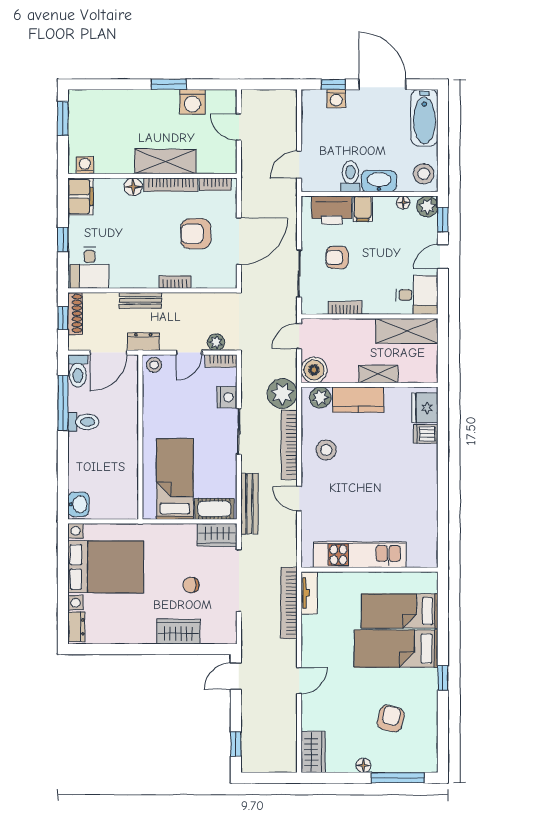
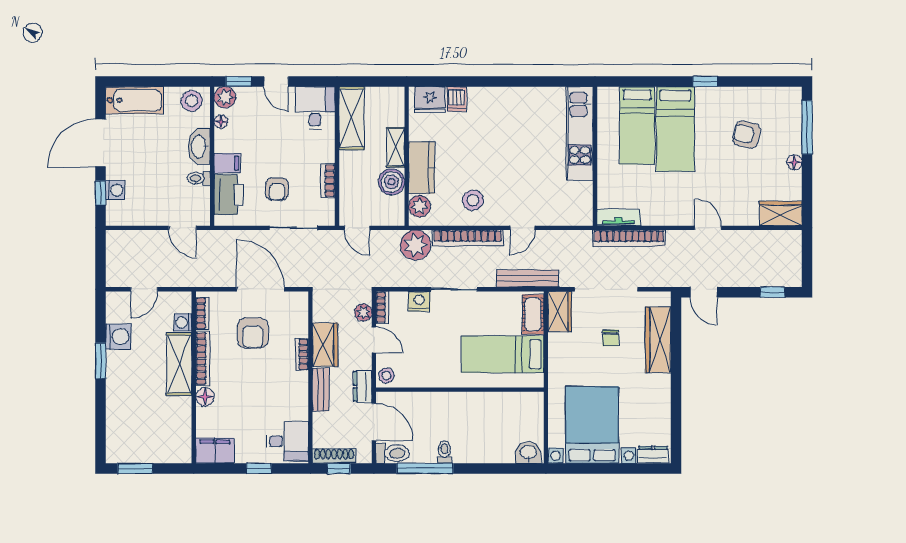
washing machine: (85, 165) -> (183, 322), moved
toilet: (350, 176) -> (199, 178), width x0.73, depth x0.72
wardrobe: (184, 305) -> (325, 345), added
boiler: (314, 370) -> (392, 182), moved
toilet: (83, 422) -> (444, 452), width x0.73, depth x0.72
kitchen unit: (360, 555) -> (580, 133), moved
wardrobe: (178, 632) -> (658, 340), width x1.50

